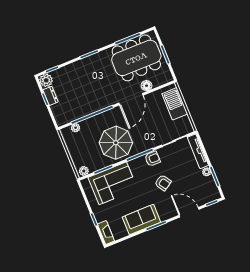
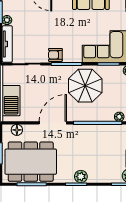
plant: (88, 63) -> (81, 177), added
floor lamp: (147, 86) -> (17, 130), moved
armchair: (163, 183) -> (55, 27), removed

